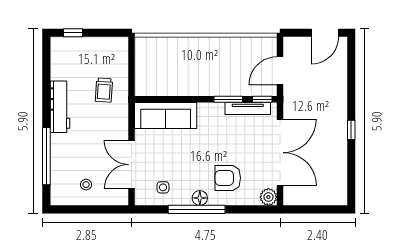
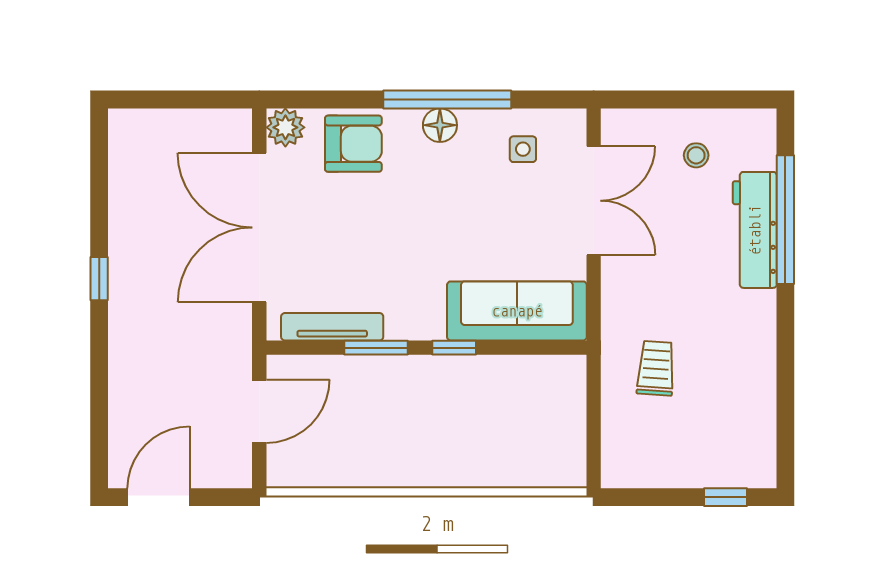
window: (262, 99) -> (454, 348), moved
workbench: (60, 107) -> (755, 230), moved
armchair: (228, 178) -> (353, 144), moved

